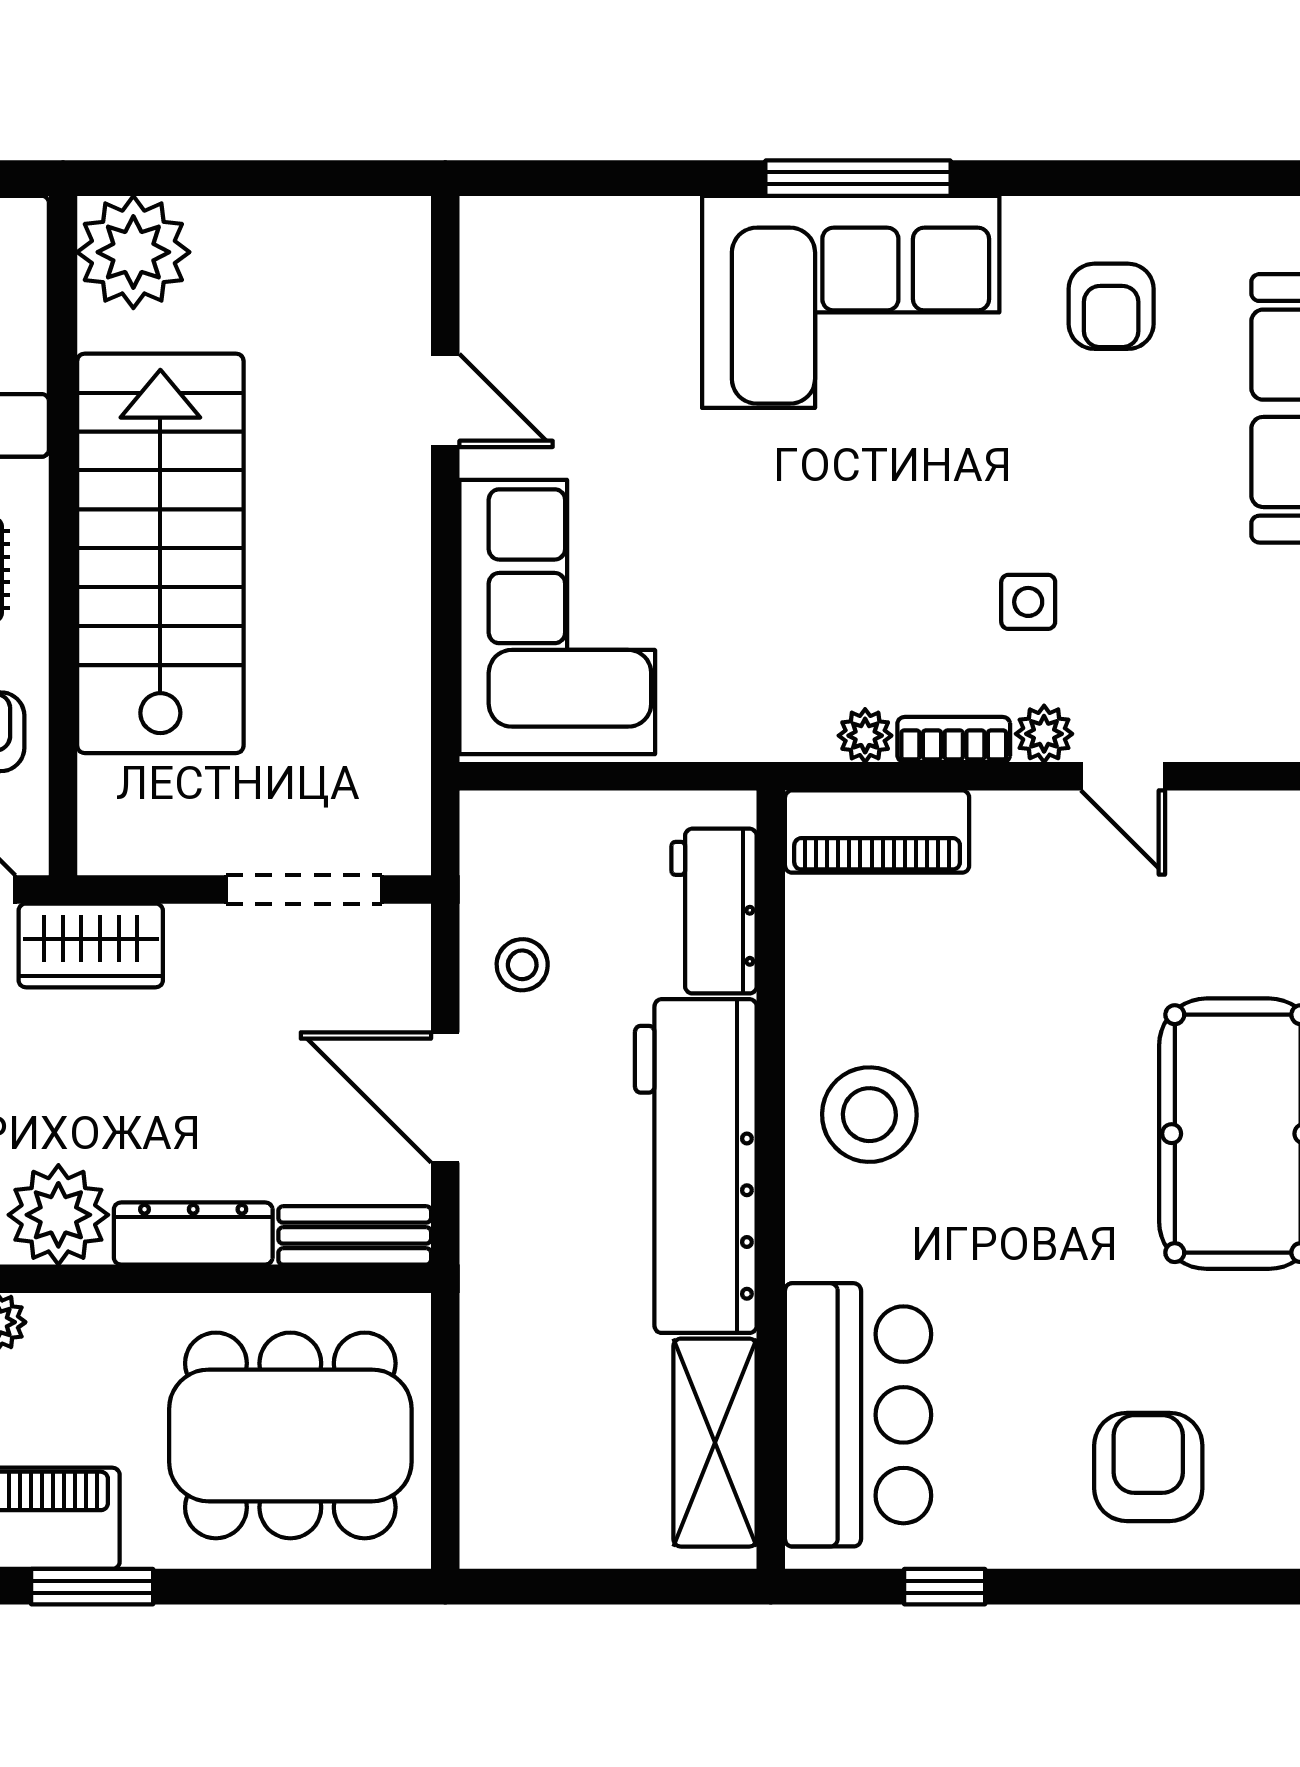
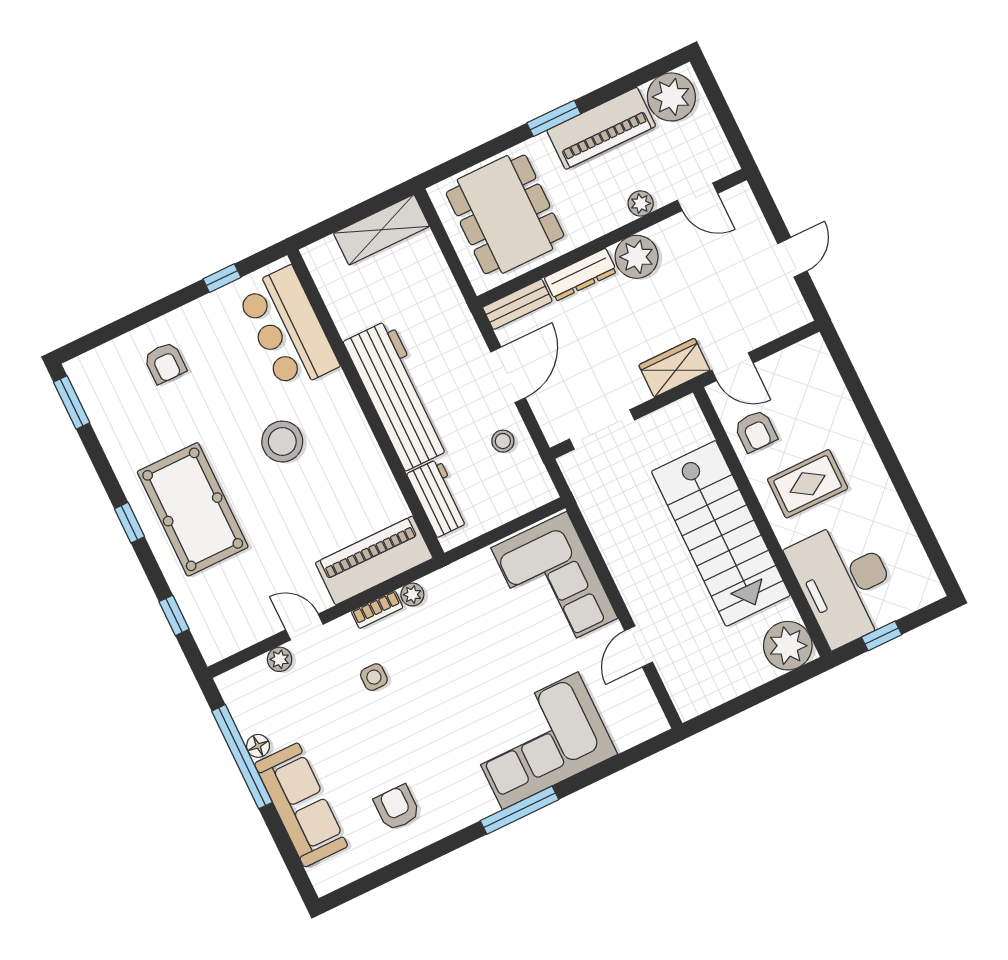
corner sofa: (851, 302) -> (540, 741), moved
door: (445, 400) -> (639, 646), hinge flipped
plant: (1044, 734) -> (280, 659), moved
piano: (877, 832) -> (374, 560), width x1.37, depth x1.33
door: (445, 1097) -> (508, 375), hinge flipped
stool: (869, 1115) -> (282, 441), moved
dining table: (290, 1435) -> (505, 214), turned 90
shelving: (715, 1443) -> (381, 230), moved, turned 90
armchair: (1148, 1467) -> (165, 363), width x0.72, depth x0.72

